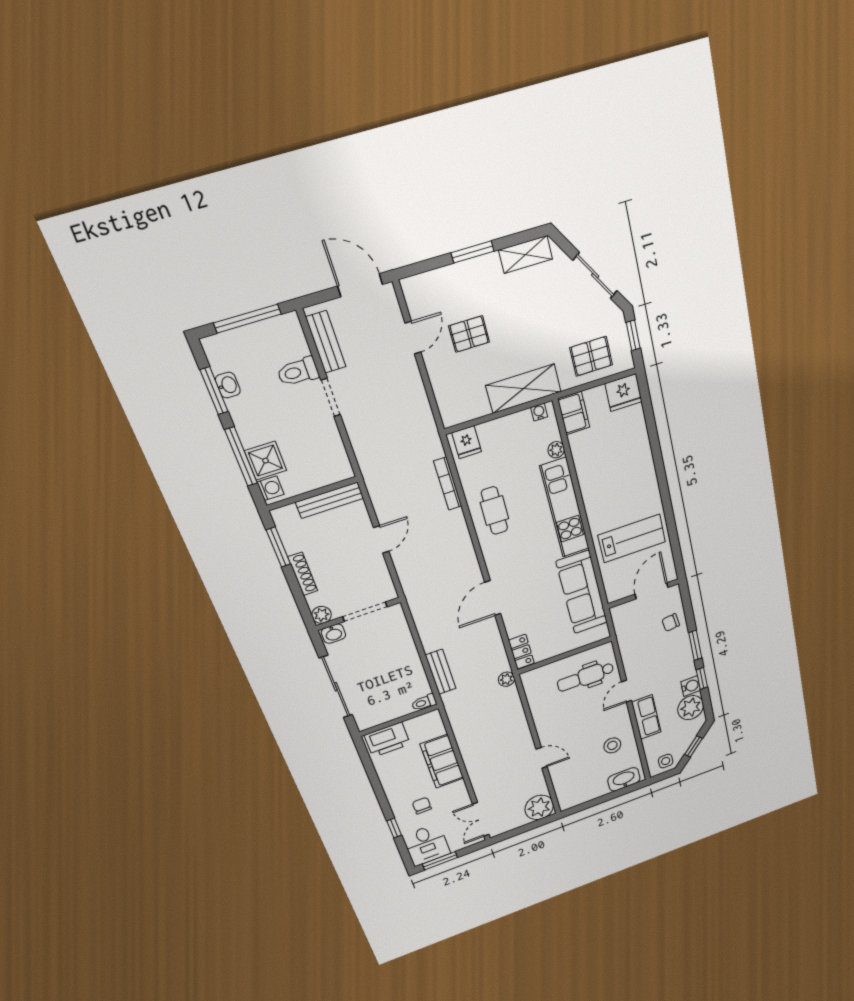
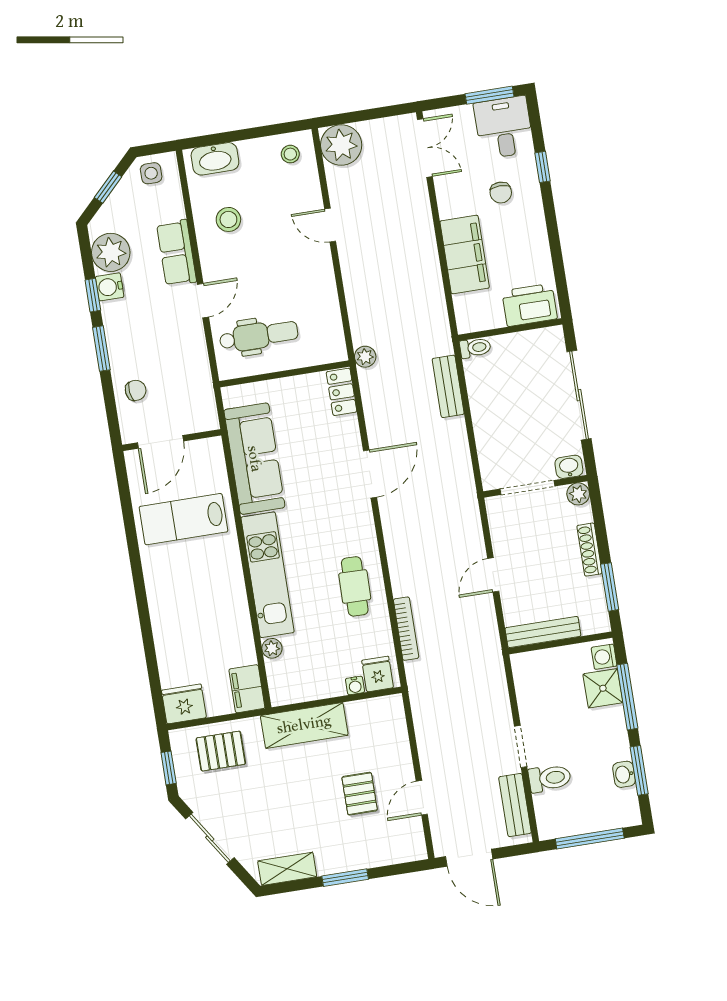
pallet: (469, 334) -> (360, 794), turned 90
water cooler: (539, 412) -> (355, 685), moved
stool: (573, 794) -> (290, 154), added

